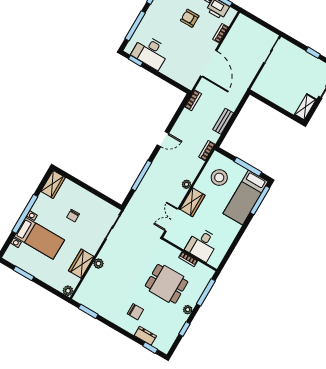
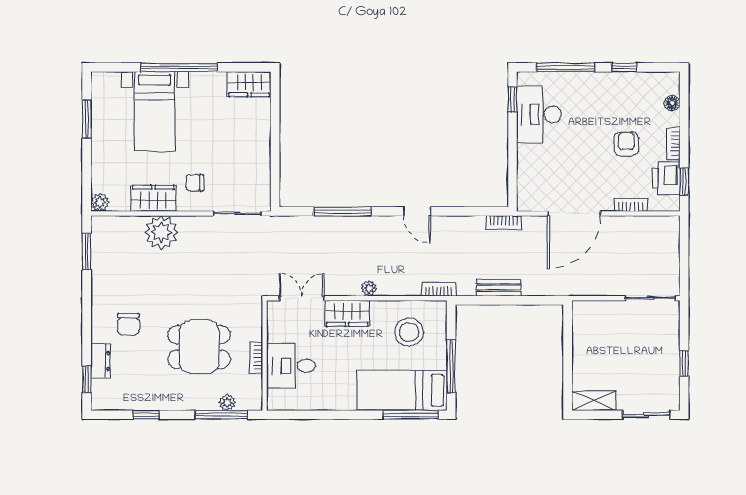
chair: (73, 216) -> (195, 183), moved
plant: (98, 264) -> (161, 232), width x1.87, depth x1.87
dining table: (167, 284) -> (199, 347), turned 90
plant: (188, 310) -> (227, 402), moved

